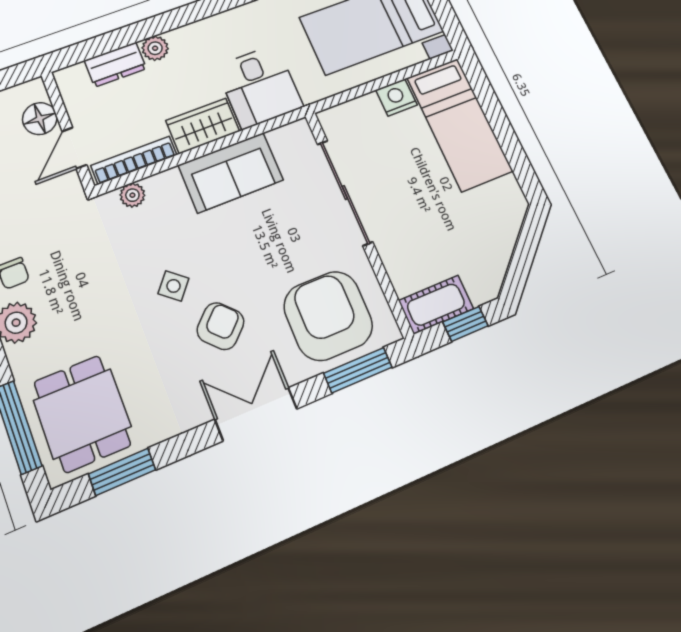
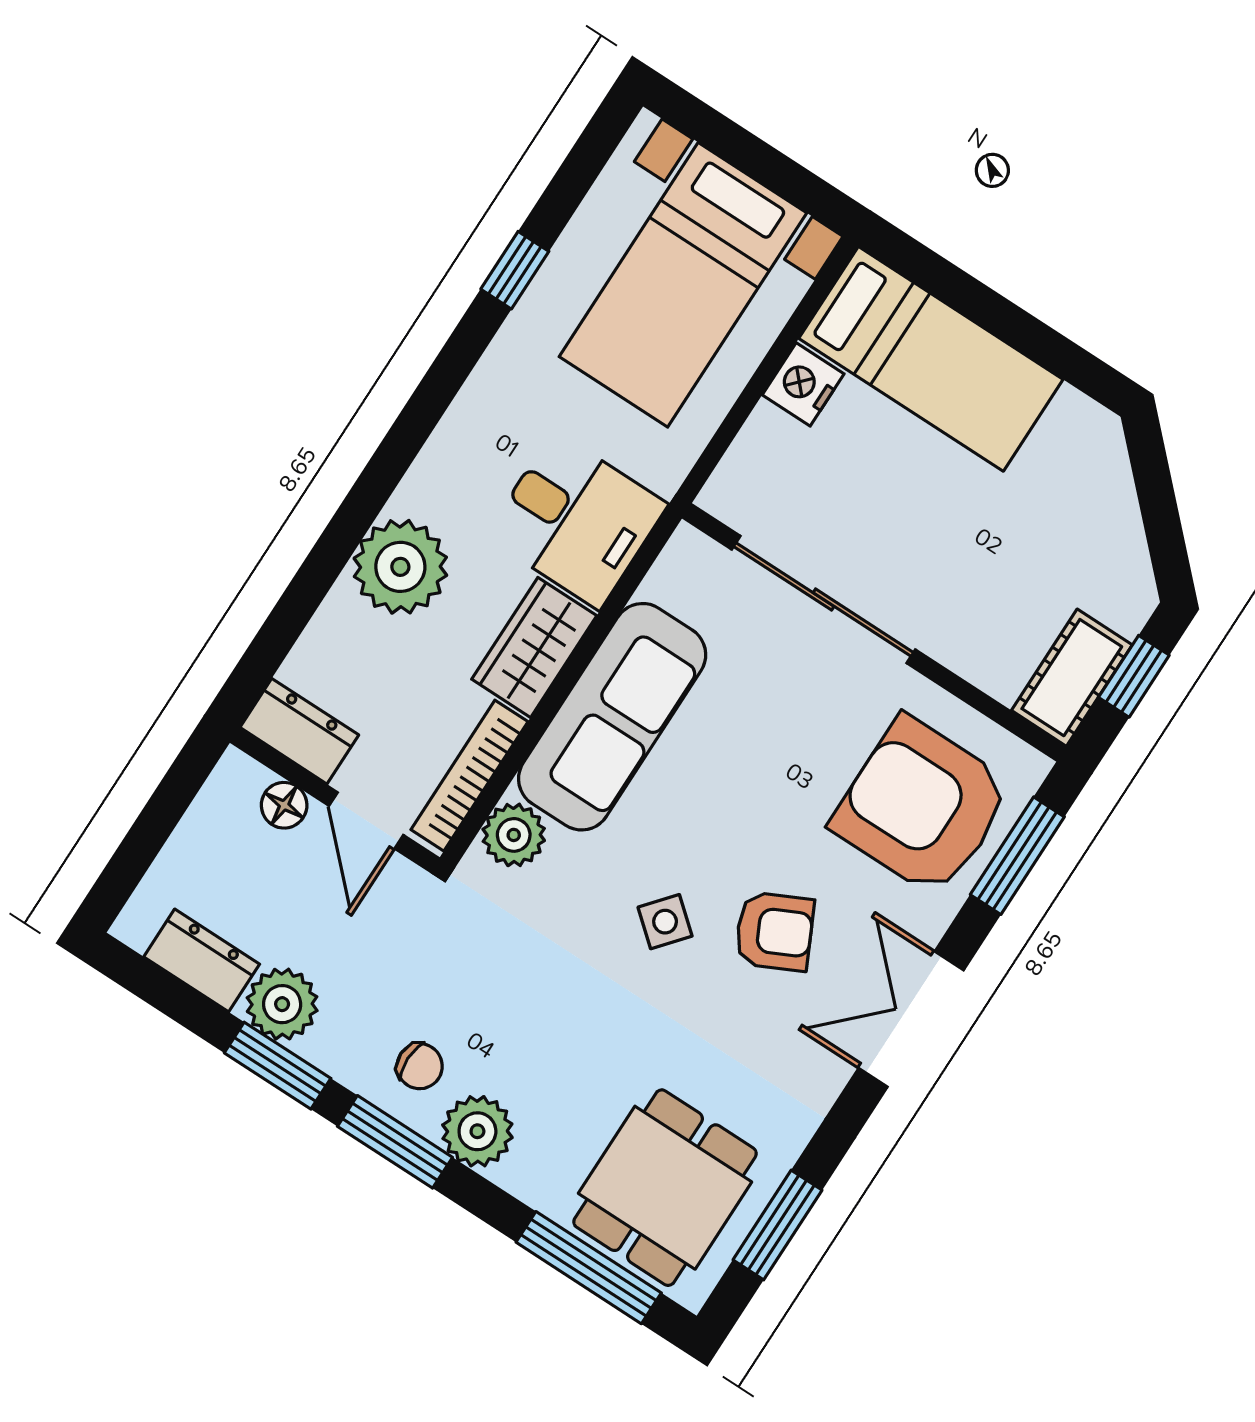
plant: (155, 48) -> (400, 567), width x1.88, depth x1.88
dresser: (115, 65) -> (299, 731), moved, turned -90
floor lamp: (40, 119) -> (284, 805), width x0.73, depth x0.73
sofa: (231, 173) -> (612, 717), width x1.36
plant: (132, 195) -> (514, 835), width x1.38, depth x1.38
armchair: (220, 326) -> (774, 931), turned 108
dining table: (82, 414) -> (665, 1188), turned 90

